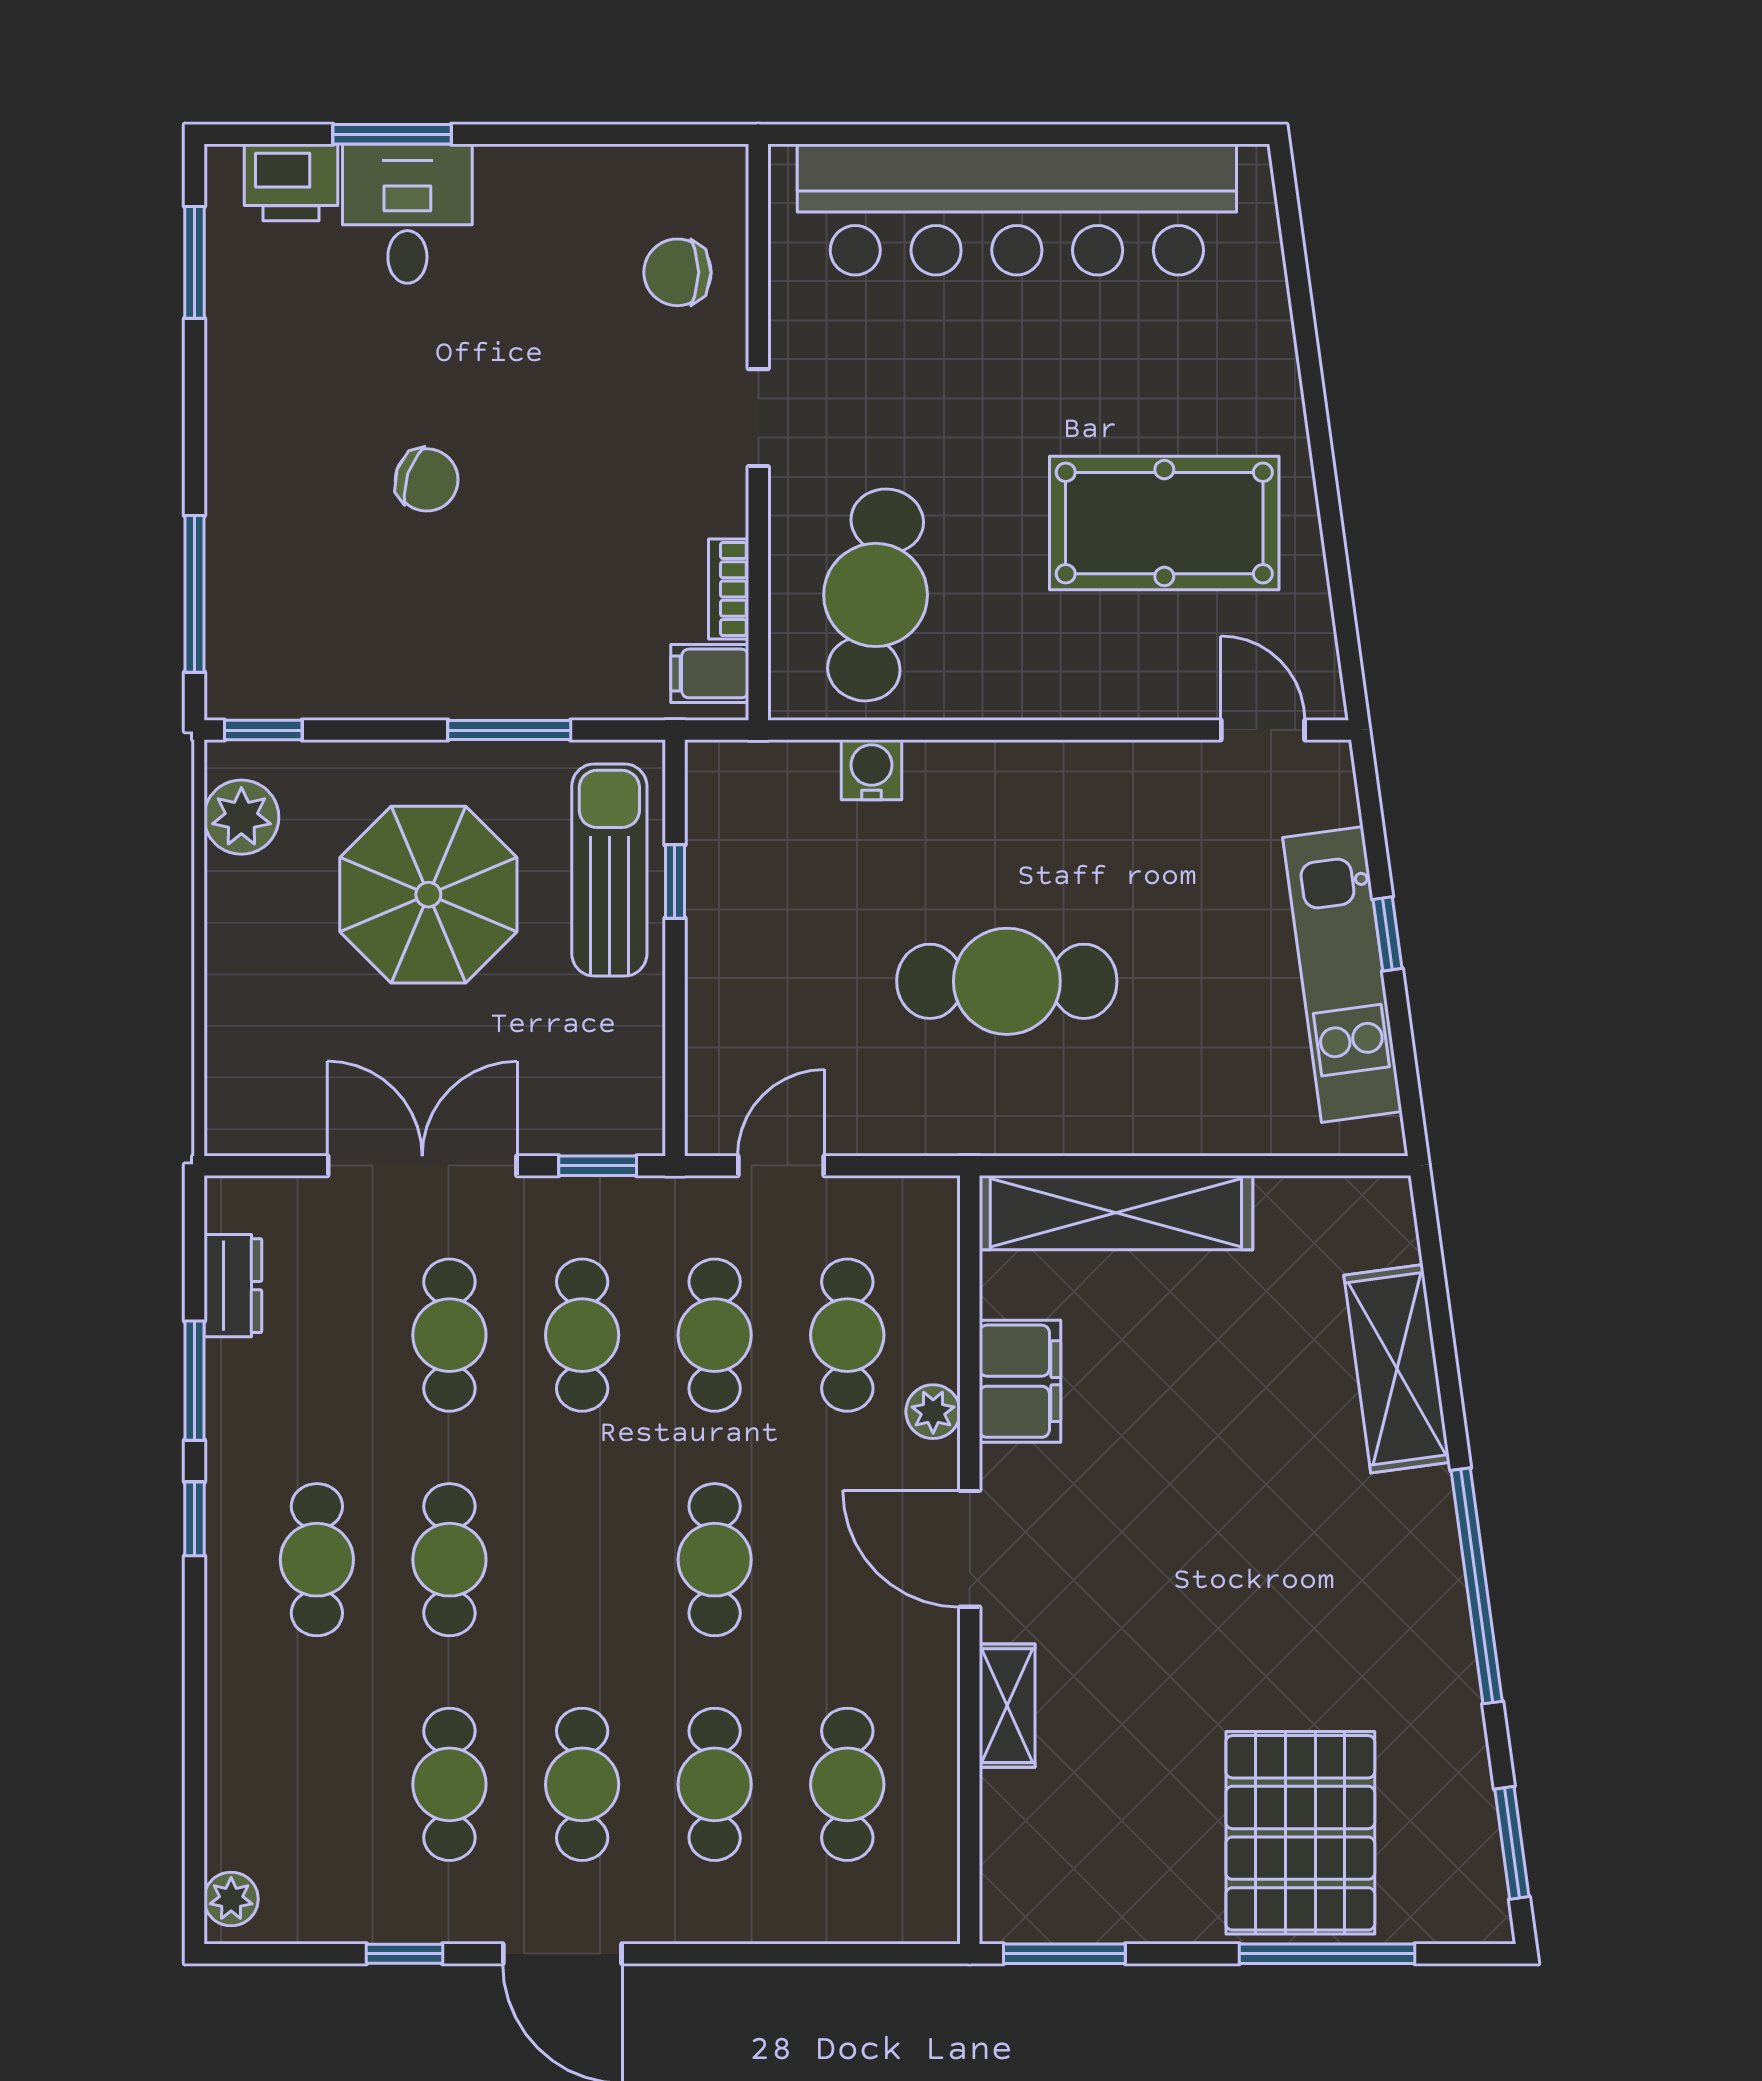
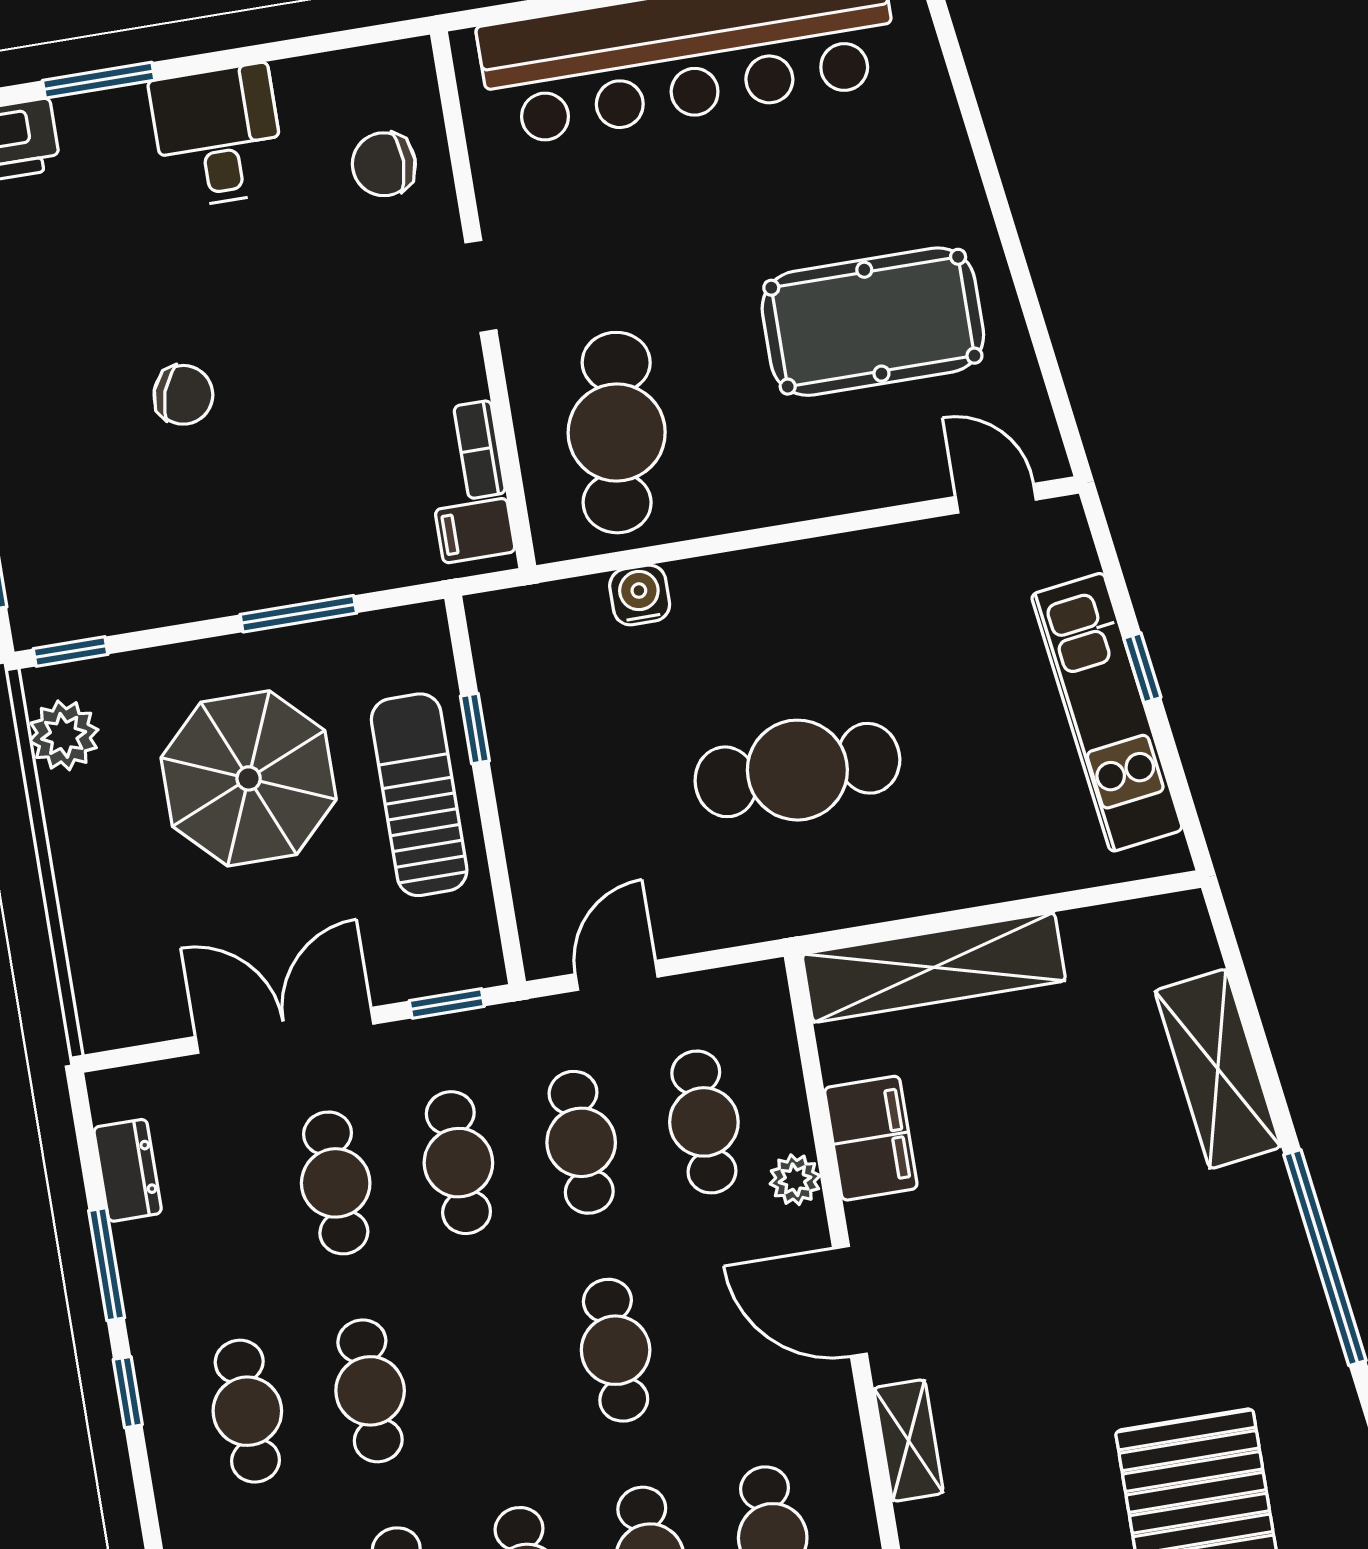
desk: (407, 214) -> (218, 136), moved
sun lounger: (609, 870) -> (419, 795), moved

